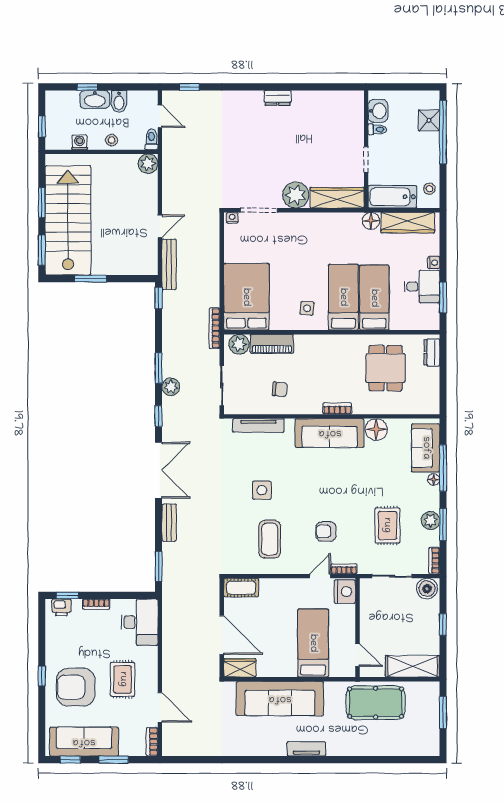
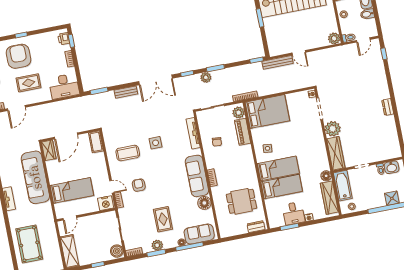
rug: (387, 525) -> (163, 219), moved, turned 90
pool table: (376, 703) -> (29, 244), moved

